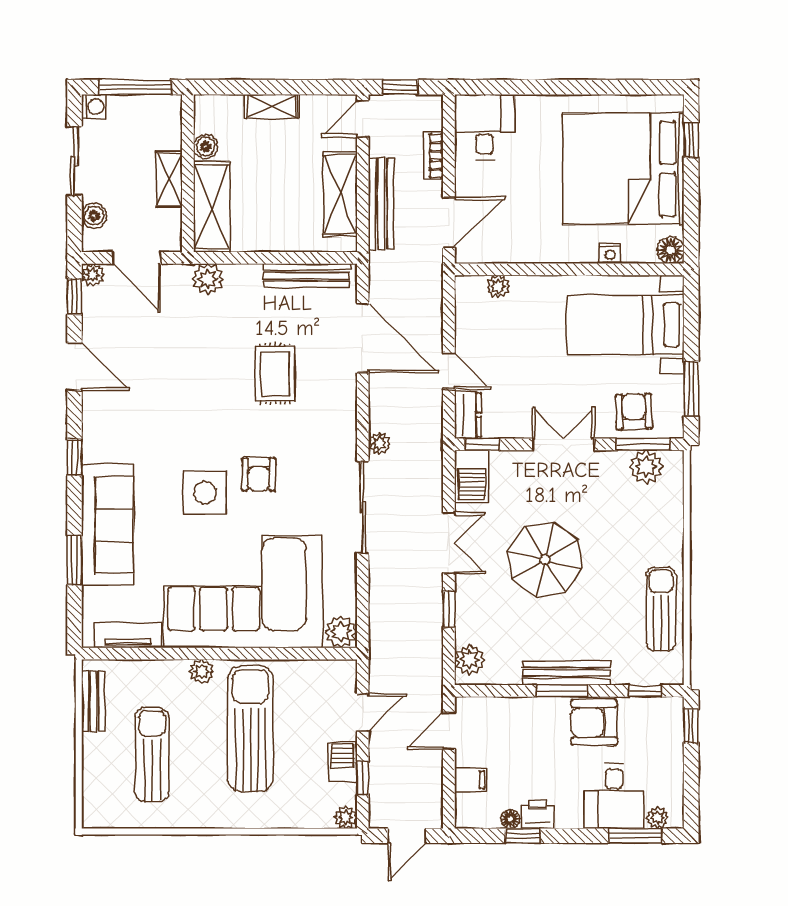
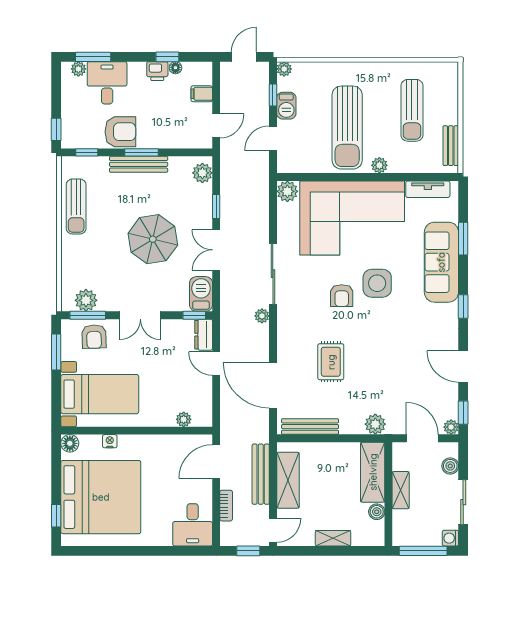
armchair: (259, 474) -> (342, 296), turned 180

